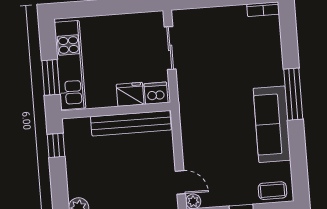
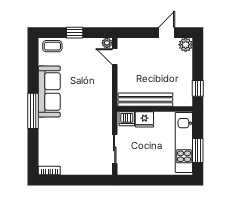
window: (51, 77) -> (198, 151), moved

